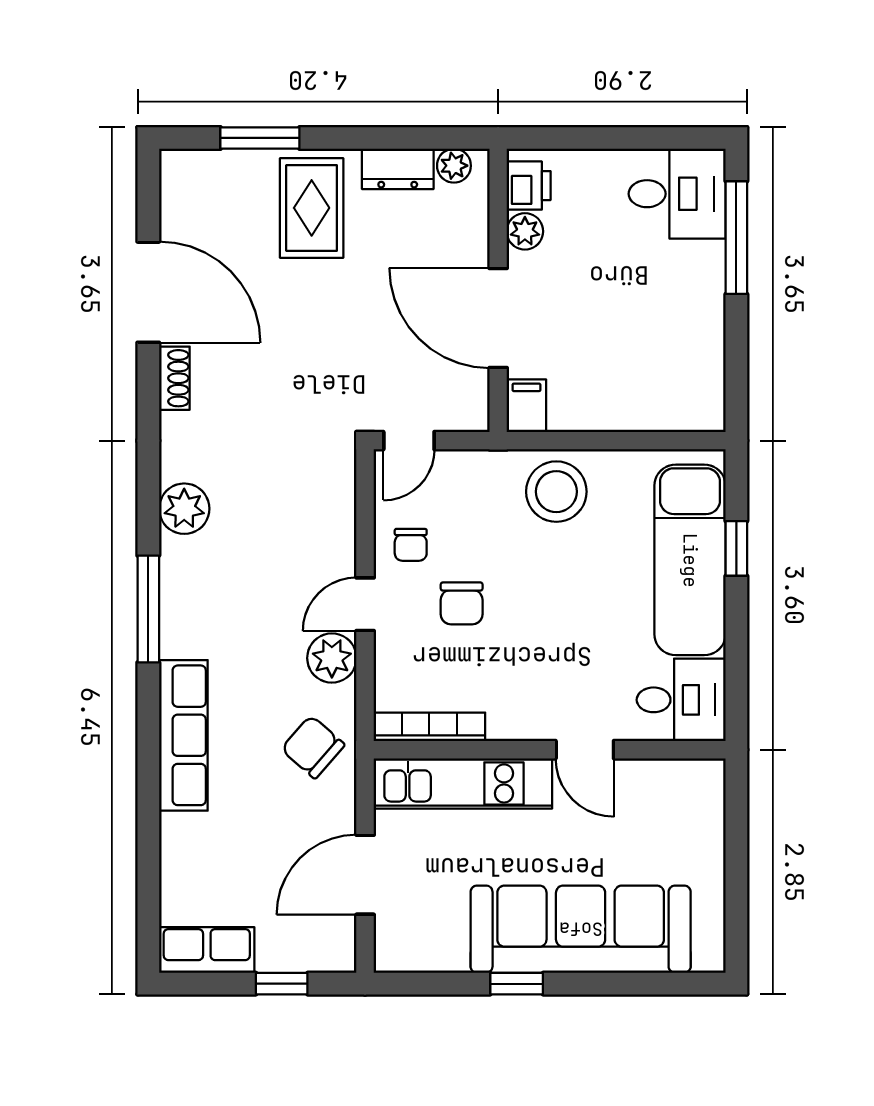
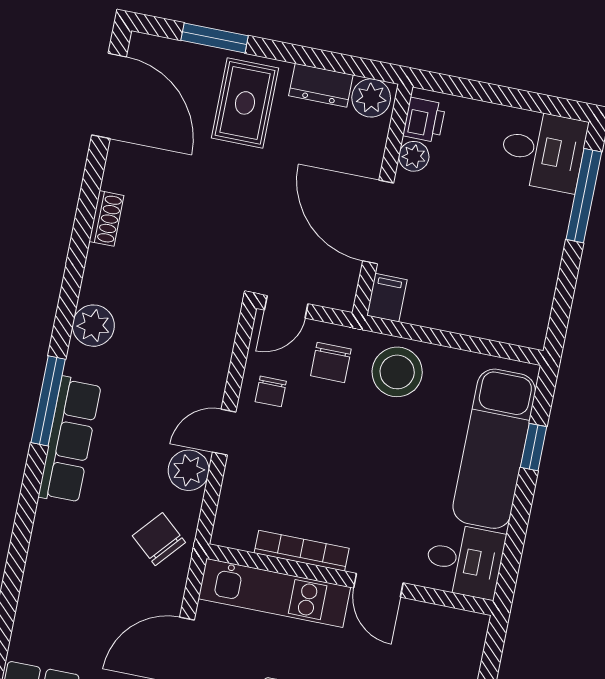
plant: (454, 166) -> (371, 98), width x1.38, depth x1.38
door: (148, 292) -> (109, 96), moved
chair: (462, 603) -> (331, 362), moved
bookcase: (429, 727) -> (302, 551), moved
row of seats: (183, 735) -> (70, 440), moved

